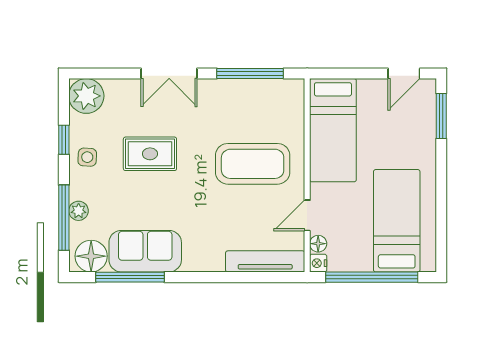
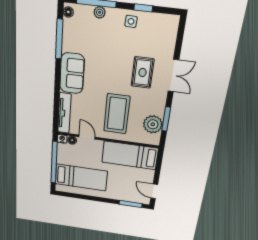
double door: (169, 73) -> (173, 76), swing flipped
window: (250, 73) -> (166, 119), width x0.69
plant: (86, 96) -> (153, 124), moved
rug: (150, 154) -> (143, 72), moved
sofa: (145, 251) -> (72, 73), moved
floor lamp: (91, 256) -> (68, 12), width x0.53, depth x0.53

